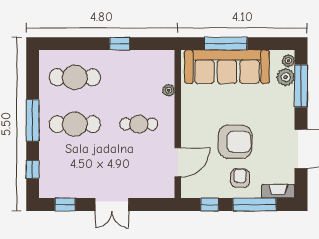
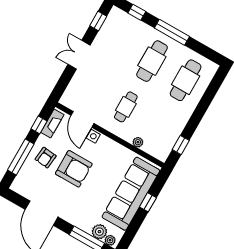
window: (120, 44) -> (181, 145), moved
window: (226, 44) -> (148, 202), width x0.46
side table: (189, 141) -> (93, 136), added
armchair: (235, 142) -> (74, 169), turned -90
armchair: (240, 178) -> (46, 158), turned 96
fireplace: (278, 191) -> (52, 124), moved

